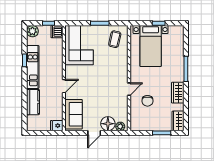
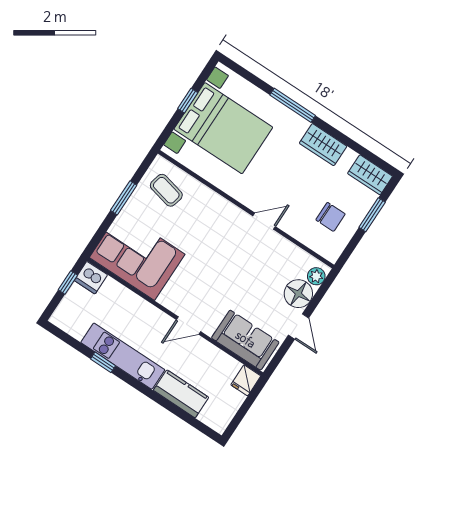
plant: (32, 31) -> (63, 318), removed
bed with nightstands: (151, 46) -> (223, 128), width x1.36
door: (64, 86) -> (188, 326), swing flipped
door: (129, 89) -> (264, 221), hinge flipped
chair: (147, 101) -> (331, 217), moved

